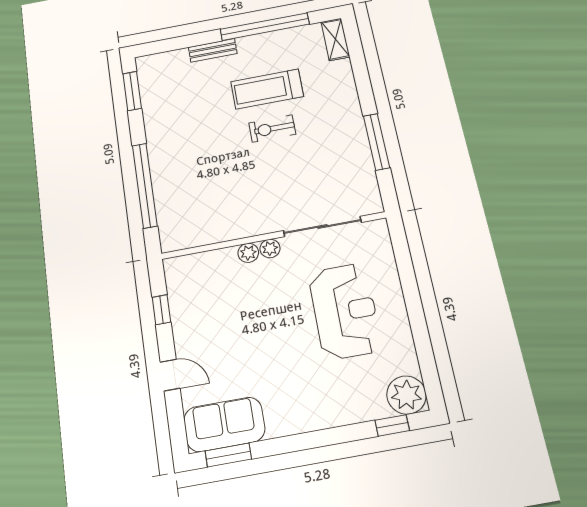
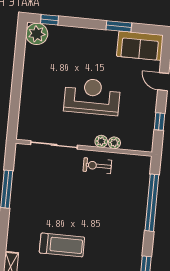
exercise bike: (272, 129) -> (97, 166), moved, turned 180
plant: (270, 248) -> (114, 143), moved
reception desk: (345, 311) -> (92, 96), moved, turned 90
window: (228, 455) -> (119, 26), moved

